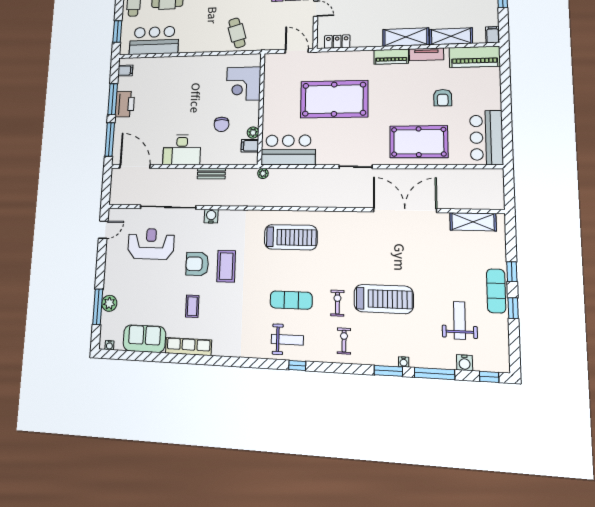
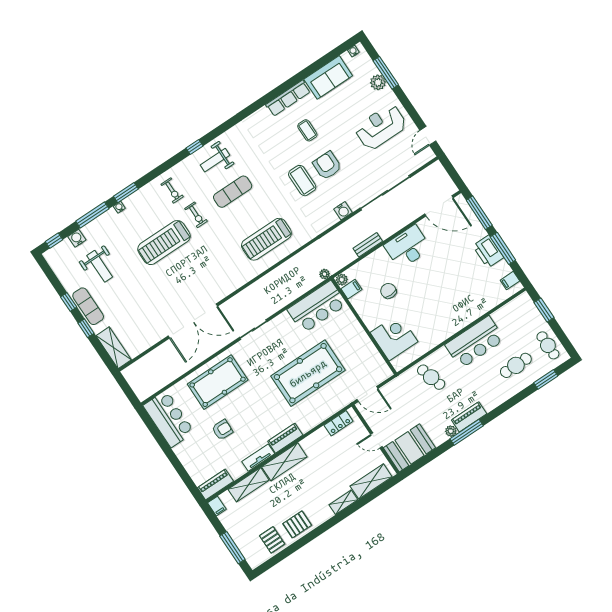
bar counter: (154, 40) -> (475, 342), moved
piano: (475, 57) -> (215, 484), width x0.73, depth x0.75
armchair: (443, 98) -> (222, 430), turned 92
plant: (253, 133) -> (342, 280), moved
shelving: (473, 222) -> (114, 348), moved, turned 90
reception desk: (151, 244) -> (381, 127), moved, turned 180
armchair: (197, 264) -> (327, 166), turned -90

